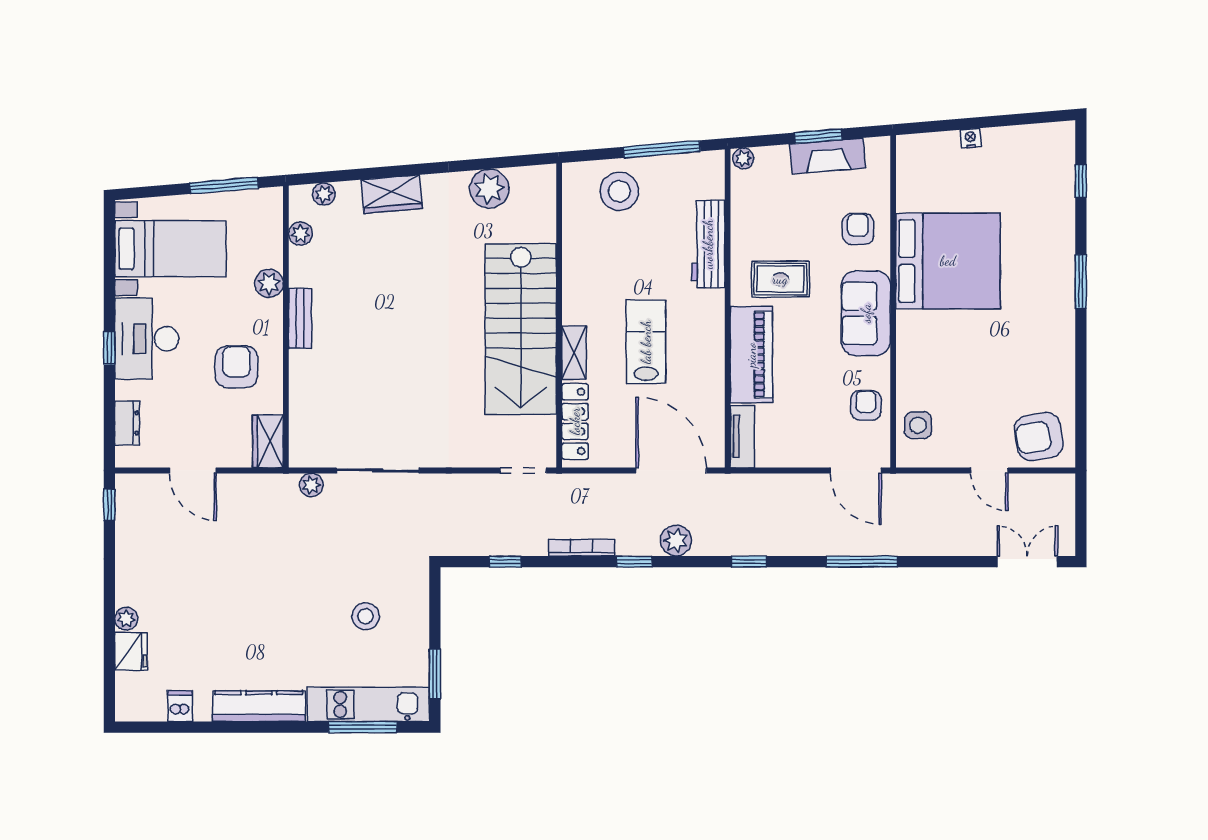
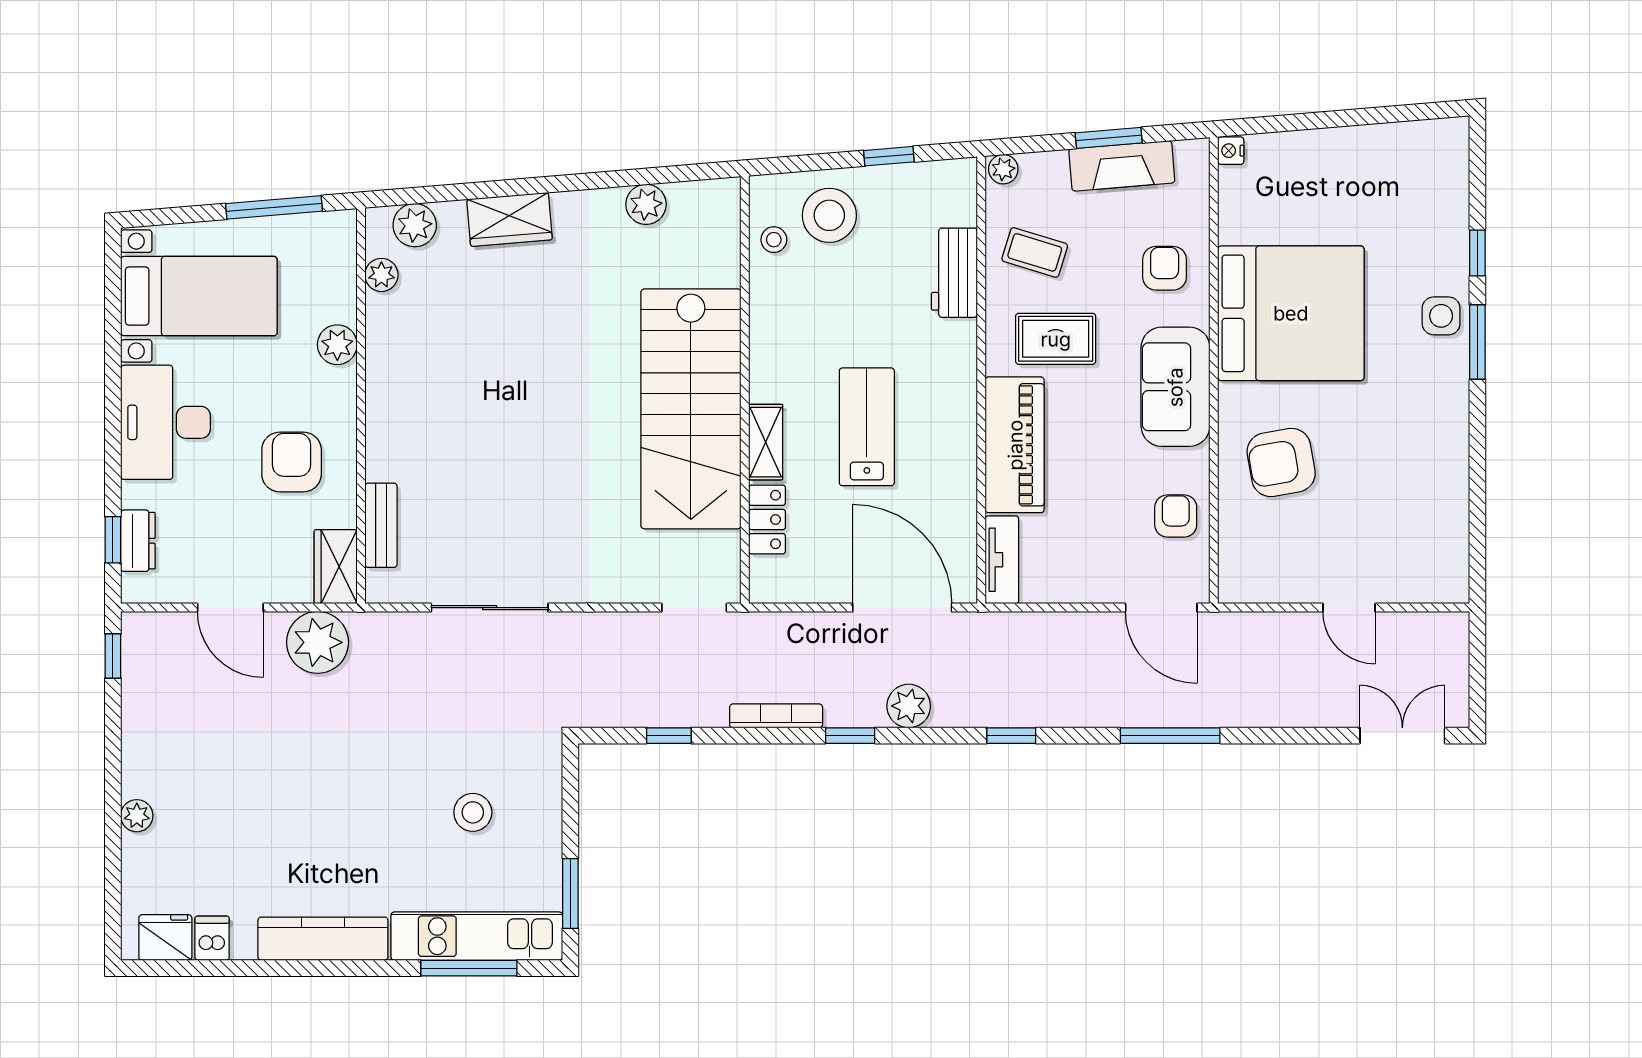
nightstand: (971, 138) -> (1231, 151), moved, turned -85
window: (662, 149) -> (889, 156), width x0.46
window: (1081, 181) -> (1477, 253), moved
plant: (489, 189) -> (646, 204), width x0.73, depth x0.73
plant: (324, 194) -> (415, 225), width x1.38, depth x1.38
stool: (580, 209) -> (774, 240), added
coffee table: (766, 218) -> (1035, 252), added
workbench: (708, 244) -> (954, 273), width x0.73
bench: (300, 318) -> (381, 525), moved
window: (109, 348) -> (113, 540), moved
locker: (575, 421) -> (767, 519), width x0.66
side table: (918, 425) -> (1441, 316), moved
armchair: (1039, 437) -> (1281, 462), moved
plant: (311, 485) -> (318, 642), moved, width x1.87, depth x1.87
fridge: (131, 651) -> (165, 938), moved, turned -90

